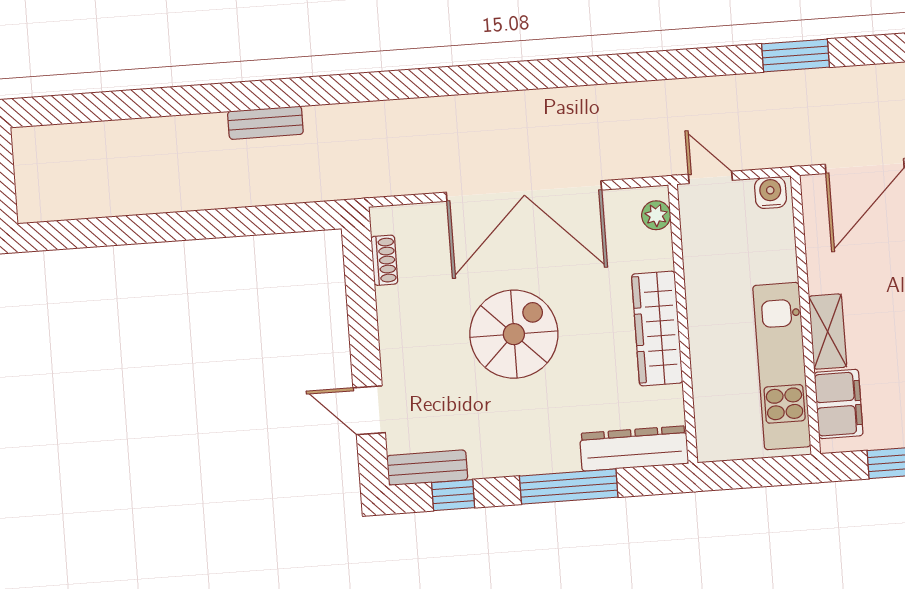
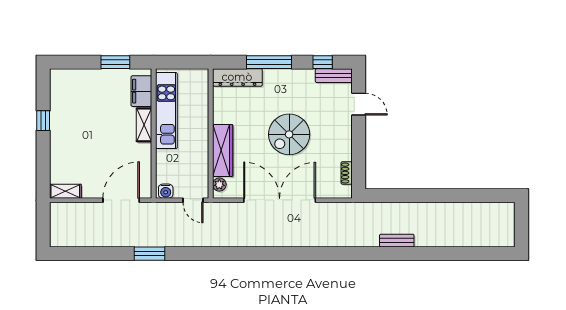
wardrobe: (657, 328) -> (223, 150), moved

